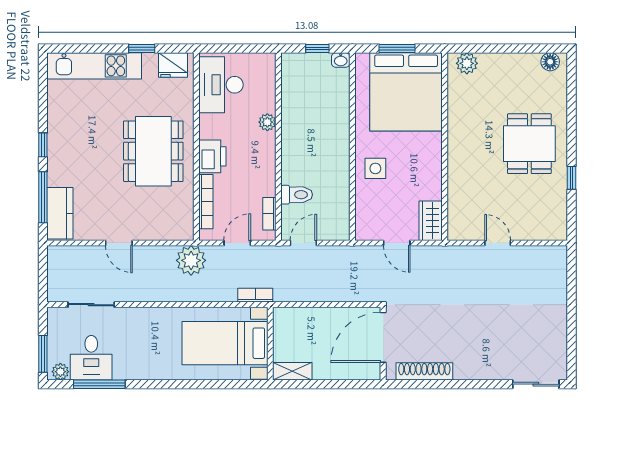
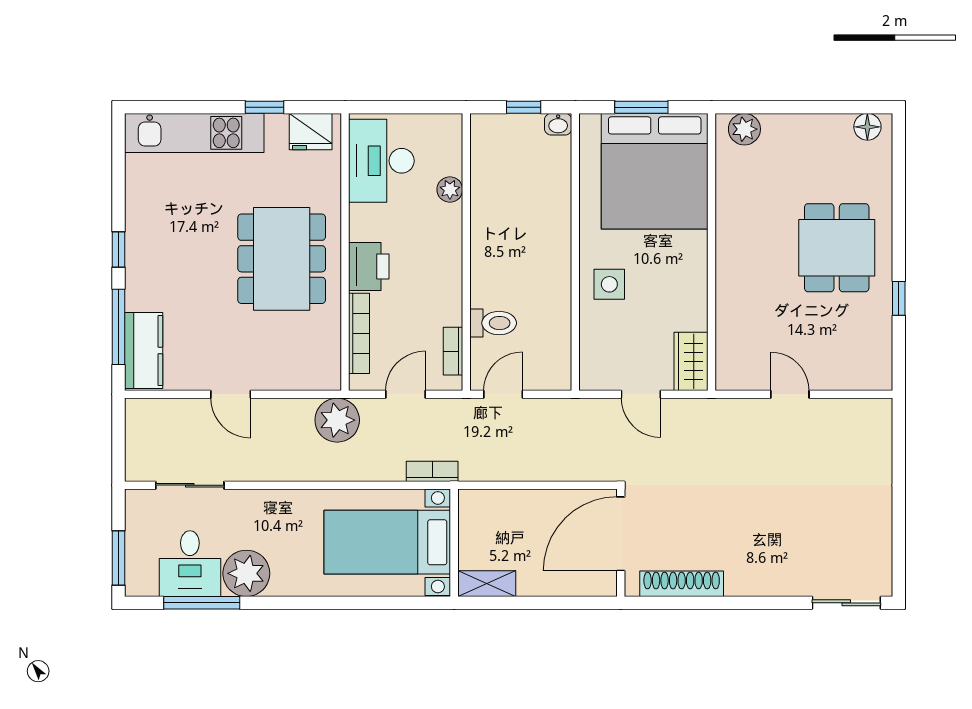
plant: (267, 122) -> (450, 190), moved
plant: (60, 372) -> (246, 573), moved, width x1.88, depth x1.88

